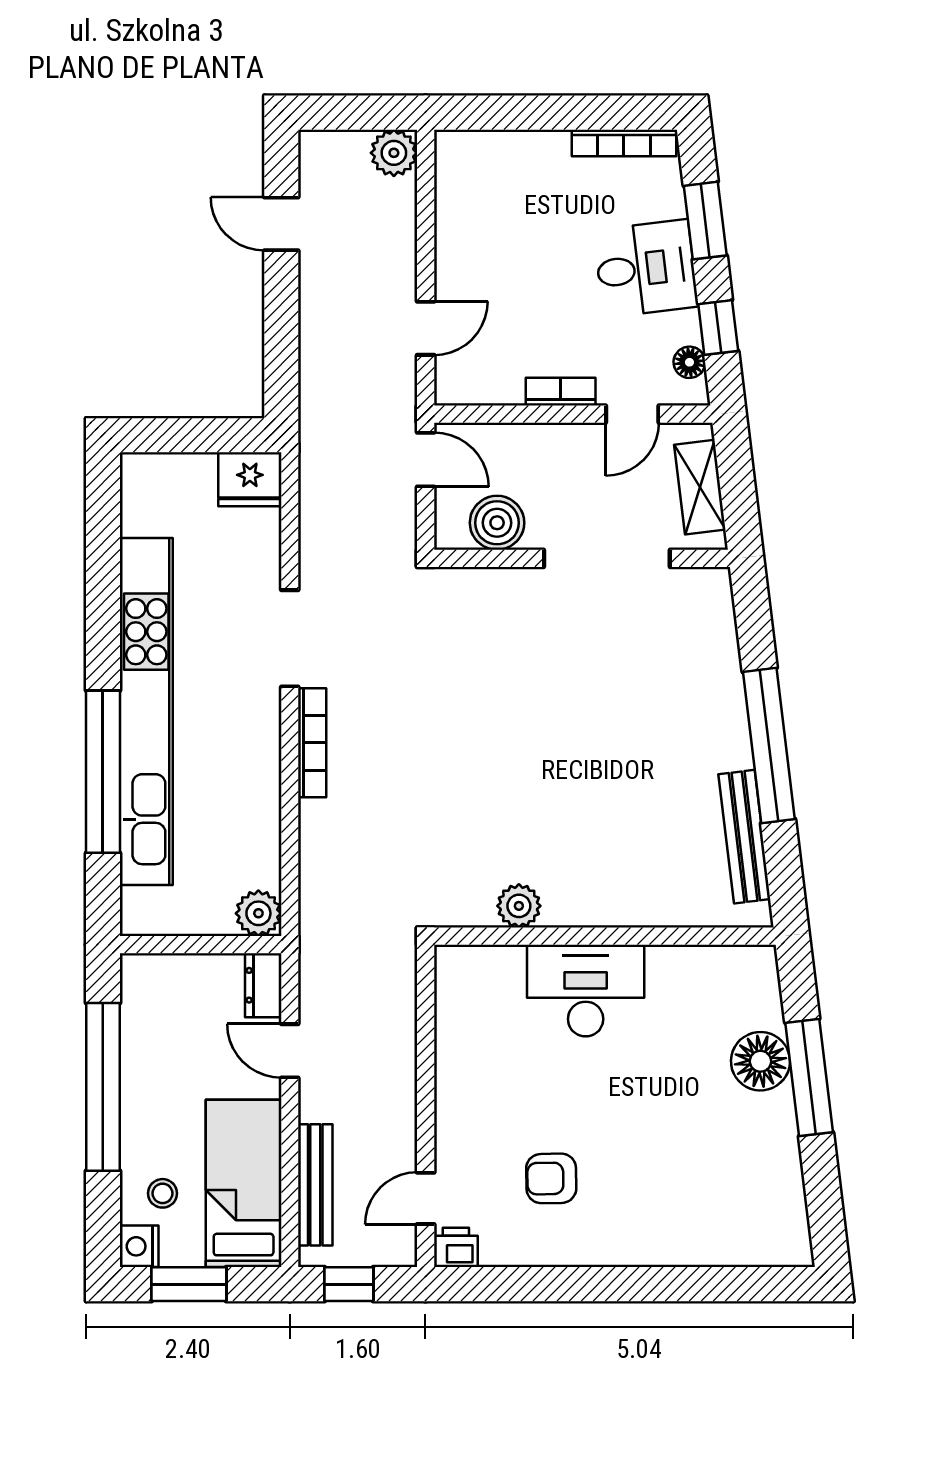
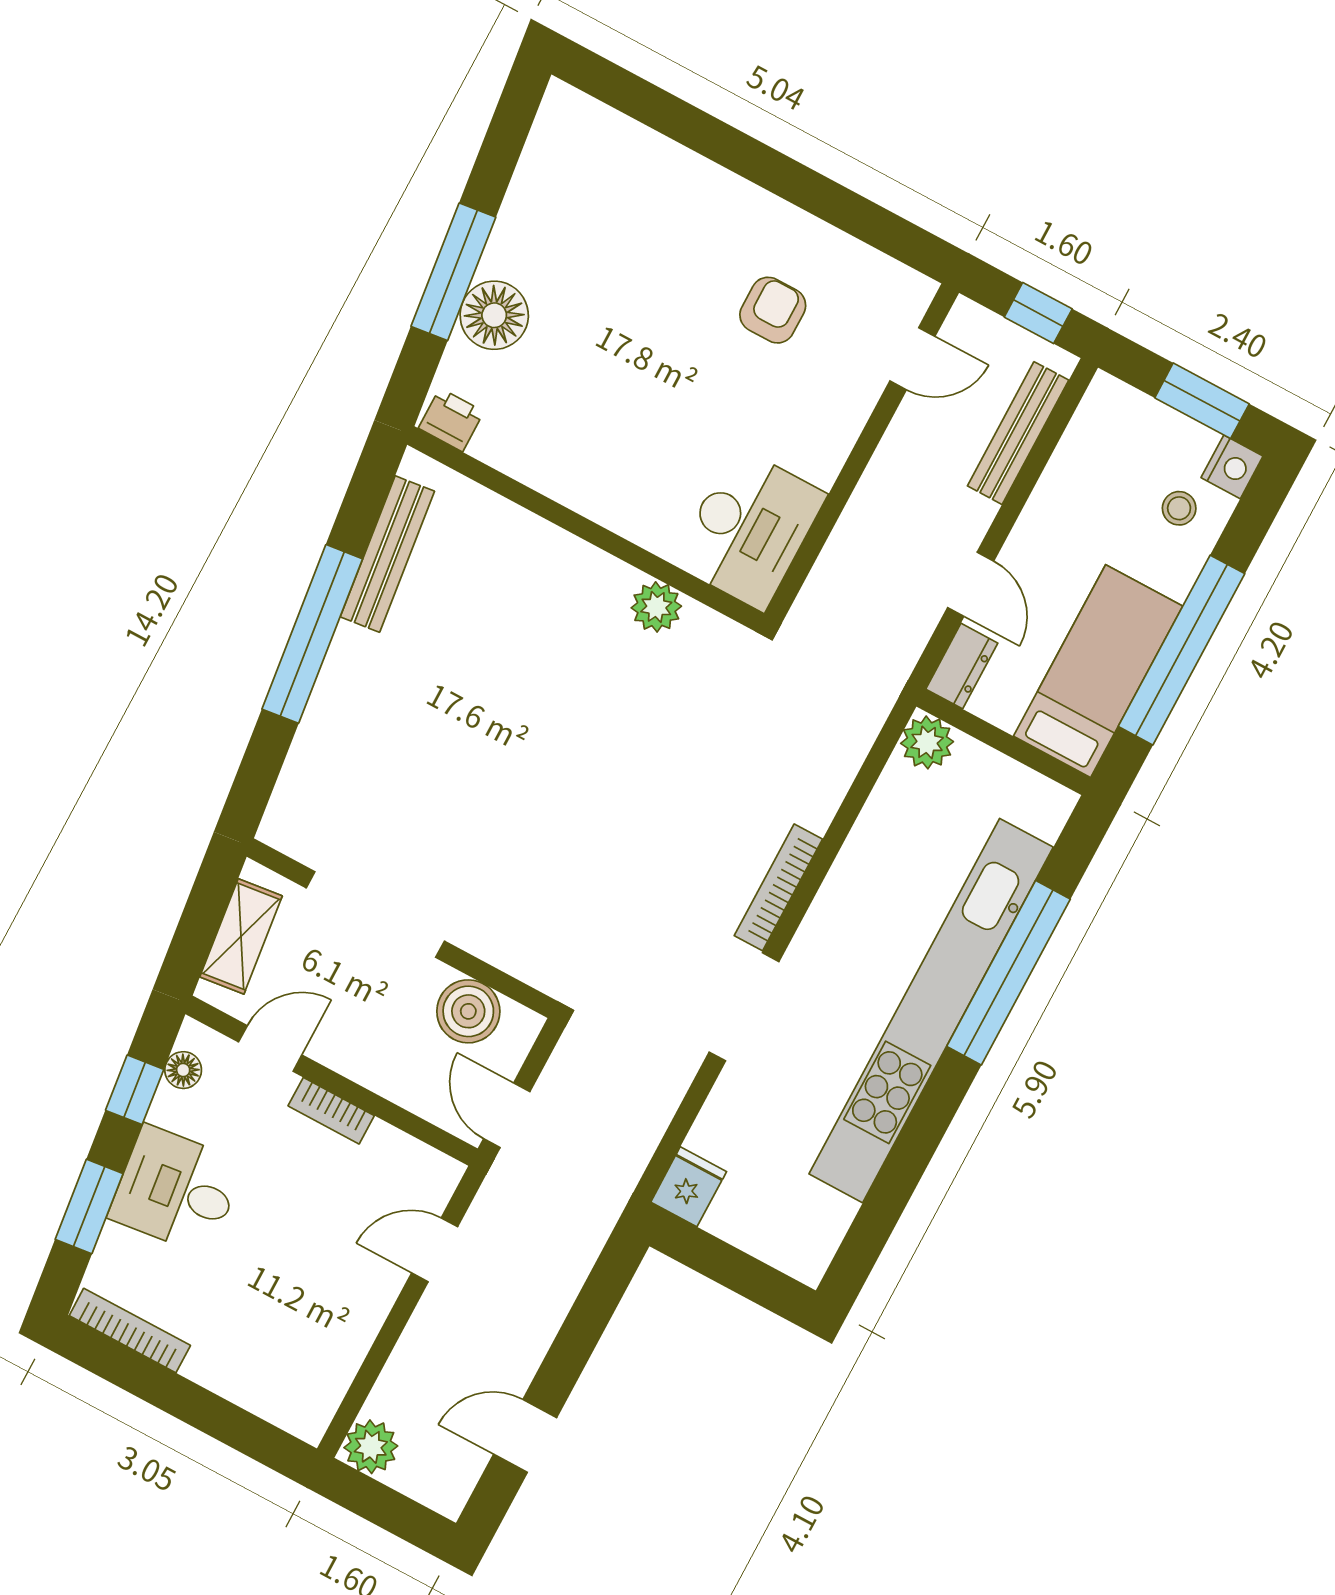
door: (281, 224) -> (525, 1436), swing flipped
fridge: (250, 479) -> (689, 1187), width x0.72
desk: (586, 991) -> (749, 529), moved, turned -90
armchair: (551, 1178) -> (773, 310), turned -89
bed: (244, 1183) -> (1098, 671), moved, turned 180
printer: (456, 1247) -> (451, 420), moved, turned 180

